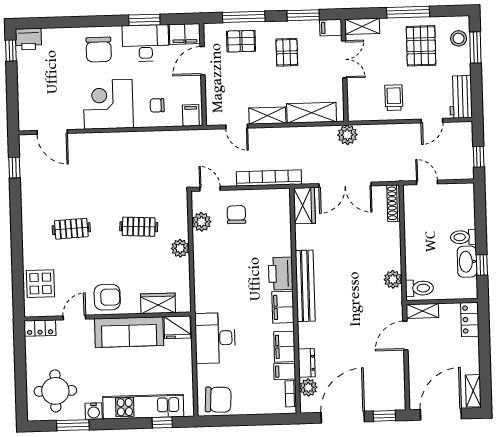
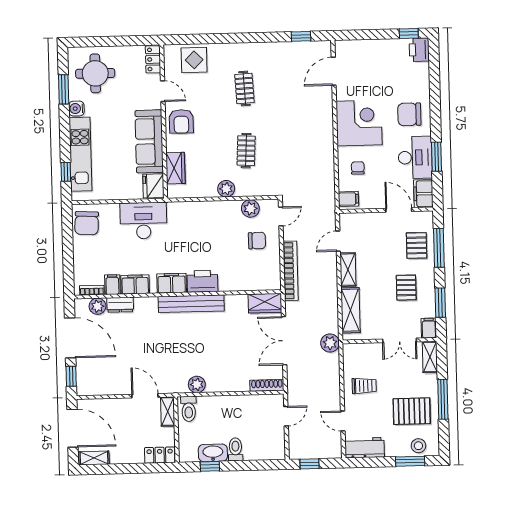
pallet: (287, 52) -> (406, 288), turned 90

